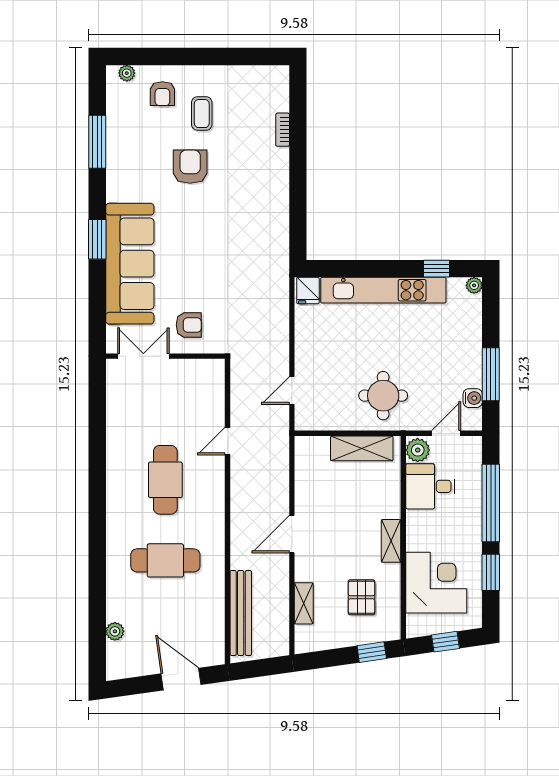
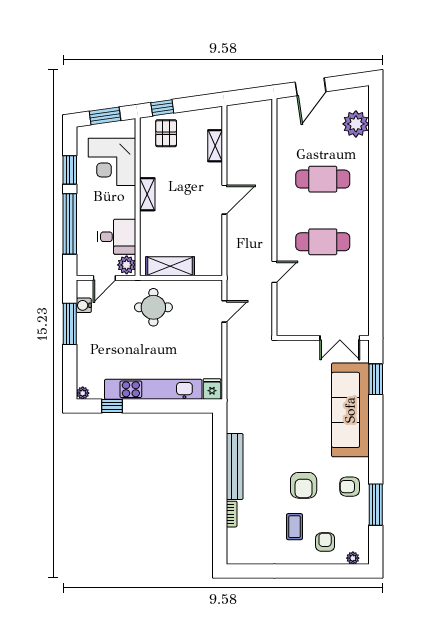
window: (97, 239) -> (376, 379), moved
armchair: (189, 325) -> (350, 487), moved
cafe table: (165, 480) -> (323, 242), turned 90
pallet: (361, 597) -> (166, 133), moved
bench: (241, 613) -> (235, 466), moved
plant: (115, 631) -> (356, 124), width x1.88, depth x1.88
window: (445, 642) -> (105, 116), width x1.50
door: (181, 679) -> (311, 87), hinge flipped

